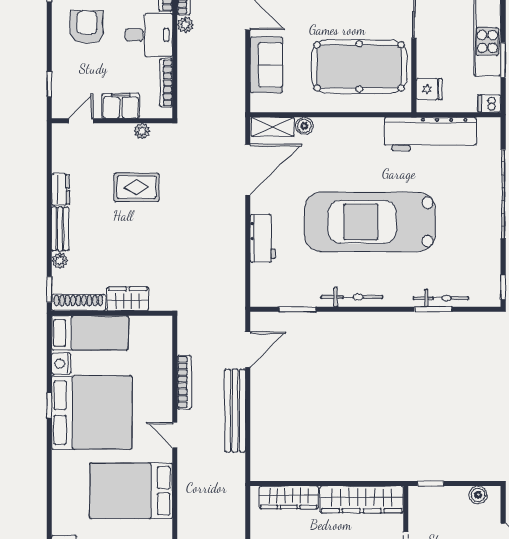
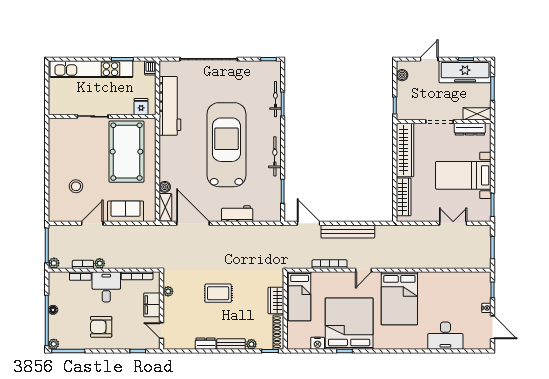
rug: (136, 187) -> (218, 293), moved, turned 90
car: (370, 222) -> (226, 145), turned 180
bed: (90, 333) -> (300, 296), moved, turned 180

